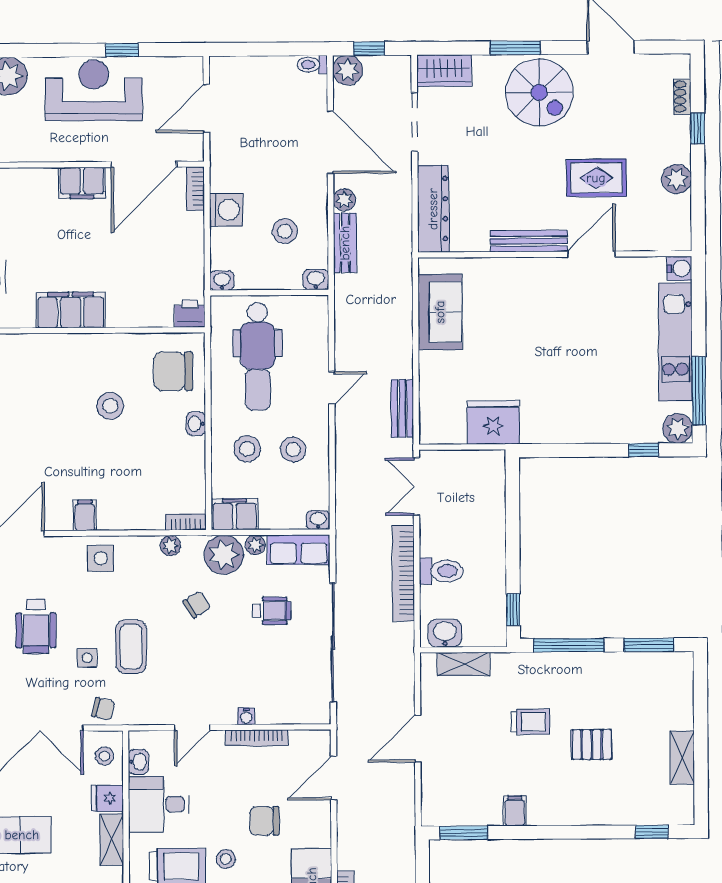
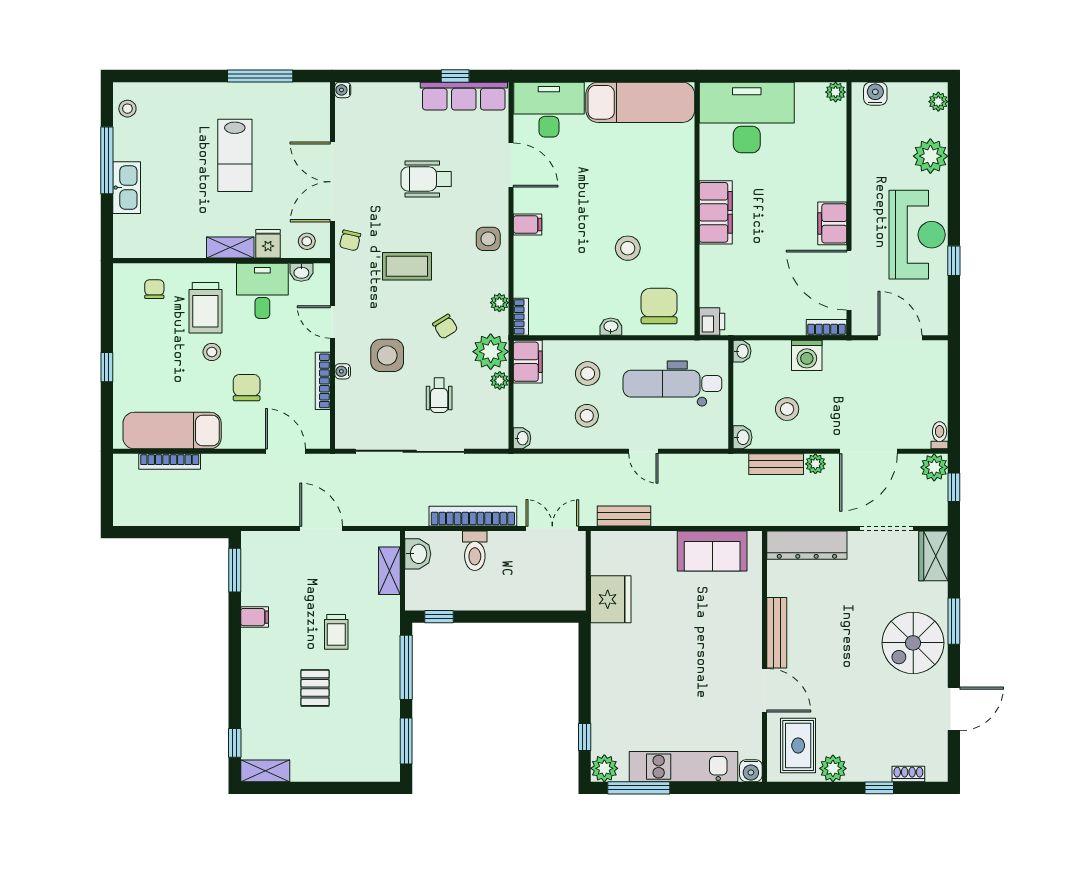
rug: (596, 178) -> (798, 745), moved
row of seats: (299, 550) -> (495, 420), removed
side table: (87, 658) -> (387, 355), moved, width x1.87, depth x1.87
shelving: (682, 757) -> (265, 771), moved

